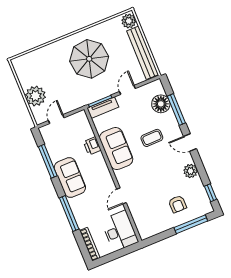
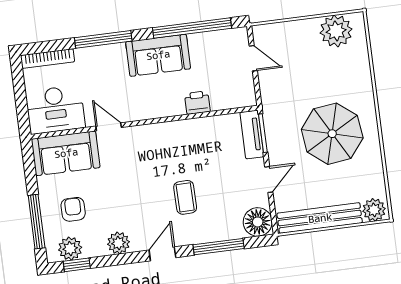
door: (127, 90) -> (269, 179), hinge flipped
plant: (35, 96) -> (336, 31), moved
floor lamp: (161, 104) -> (258, 222), moved
sofa: (116, 149) -> (66, 153), moved
window: (48, 161) -> (192, 28), width x1.46
plant: (202, 199) -> (70, 249), added
armchair: (177, 204) -> (73, 209), turned 90

